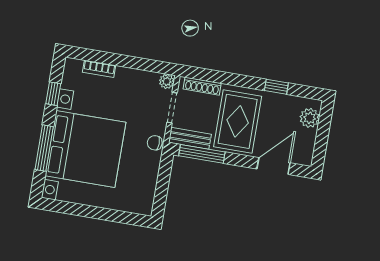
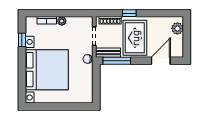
plant: (167, 81) -> (62, 21), moved
window: (276, 87) -> (129, 13), moved
window: (44, 148) -> (22, 73), removed

